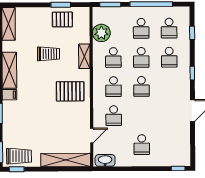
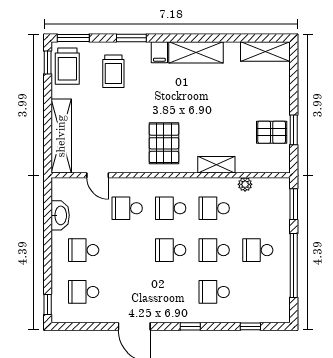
pallet: (62, 19) -> (272, 132), turned 90
school desk: (169, 28) -> (84, 292), moved
plant: (101, 33) -> (245, 184), width x0.53, depth x0.53
trolley: (48, 54) -> (113, 71), moved
washbasin: (105, 160) -> (60, 215), moved

